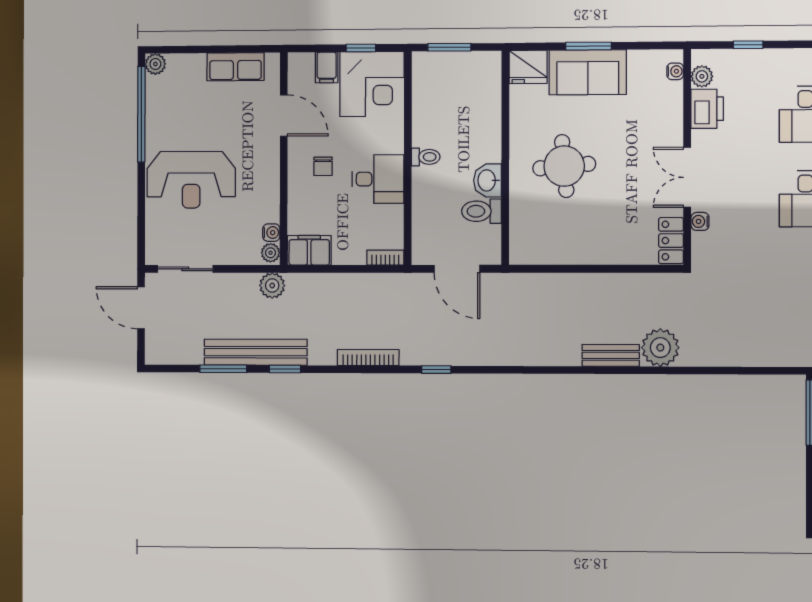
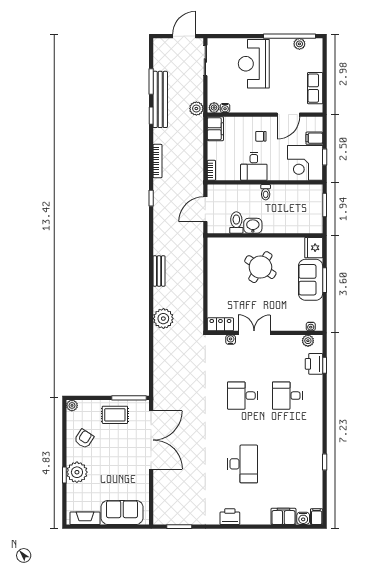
plant: (155, 64) -> (299, 44), moved
printer: (707, 109) -> (314, 364), moved, turned 90
round table: (564, 166) -> (260, 267), turned 37
bench: (611, 355) -> (159, 271), moved

